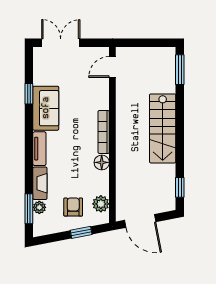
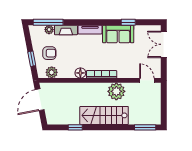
double door: (61, 43) -> (164, 44), swing flipped
plant: (128, 111) -> (116, 91), added
window: (180, 187) -> (75, 127), moved
window: (29, 209) -> (48, 22), width x1.44

